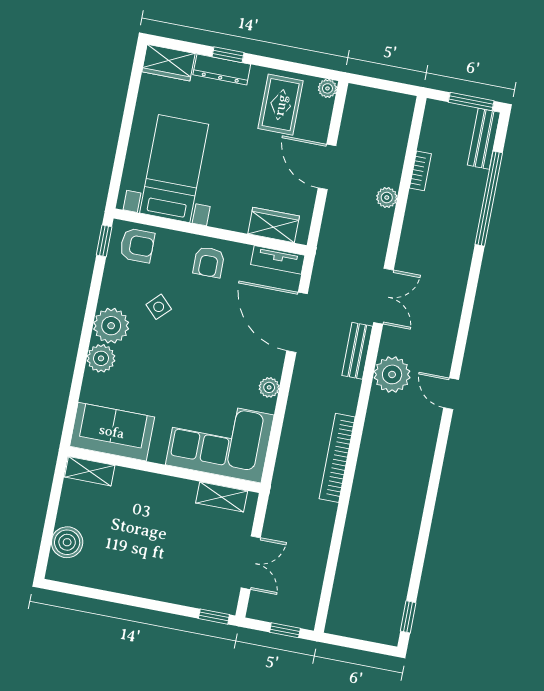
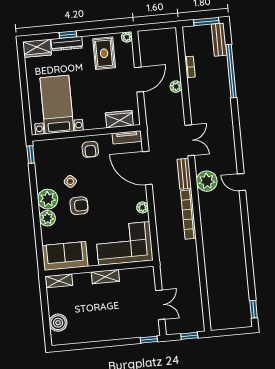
door: (327, 167) -> (139, 79), swing flipped
armchair: (137, 245) -> (79, 206), moved
bookcase: (337, 458) -> (188, 215), moved
shelving: (222, 497) -> (105, 277), moved

